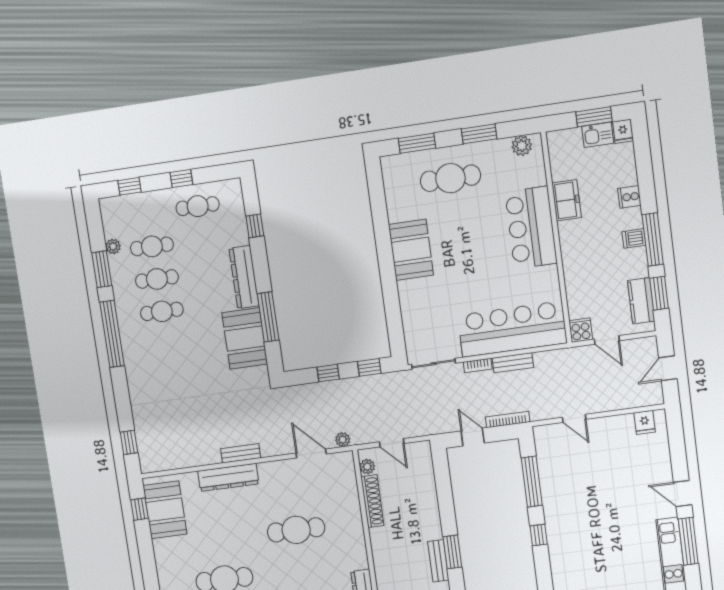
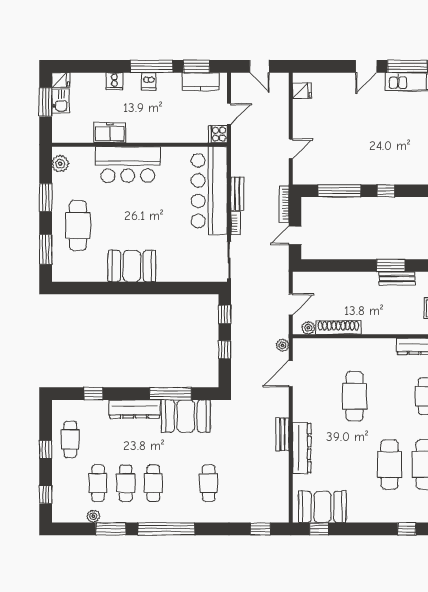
cafe table: (172, 376) -> (209, 483), added

